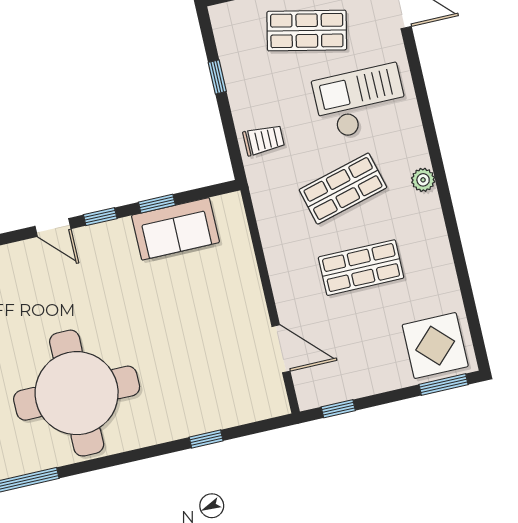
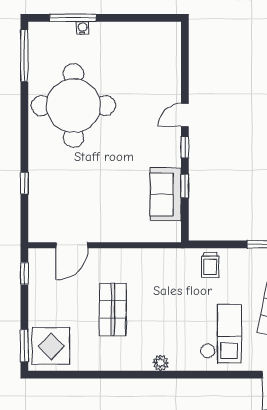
shop shelf: (343, 189) -> (167, 309), removed

